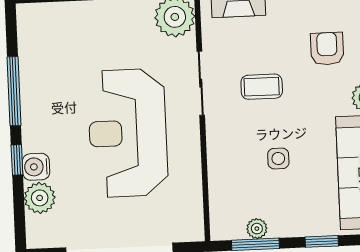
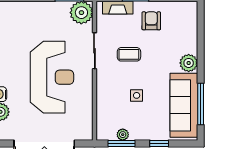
armchair: (327, 49) -> (151, 21), moved
reception desk: (128, 133) -> (52, 77), turned 180

